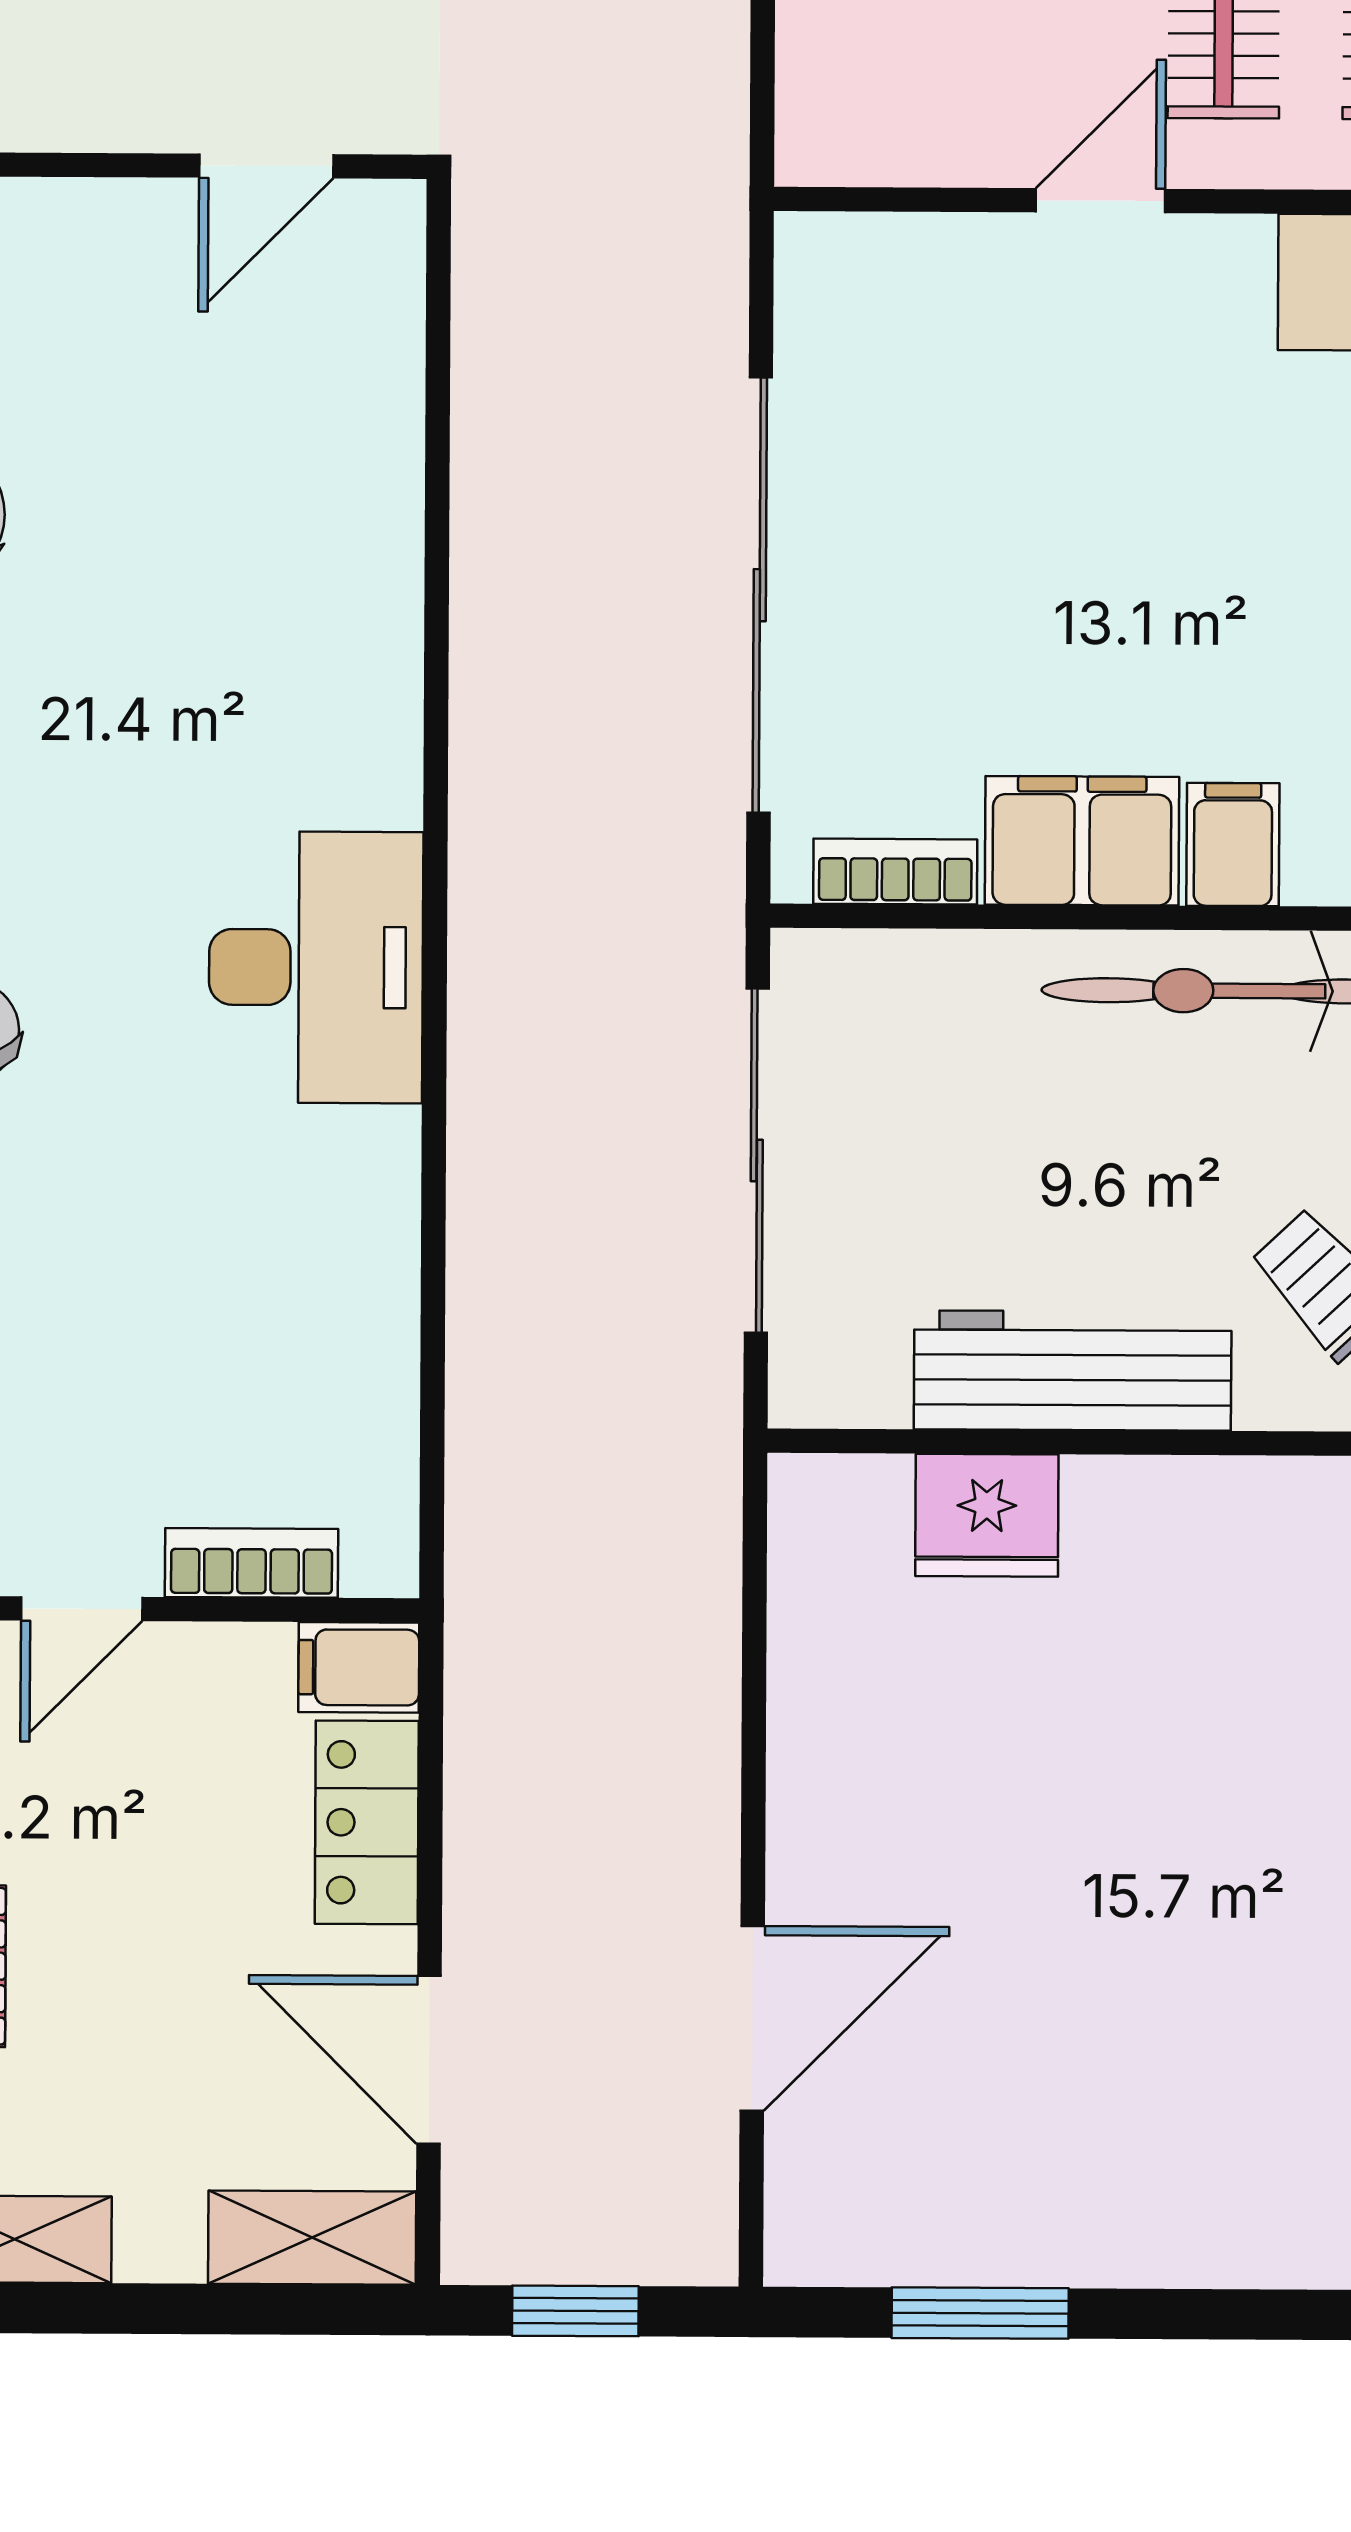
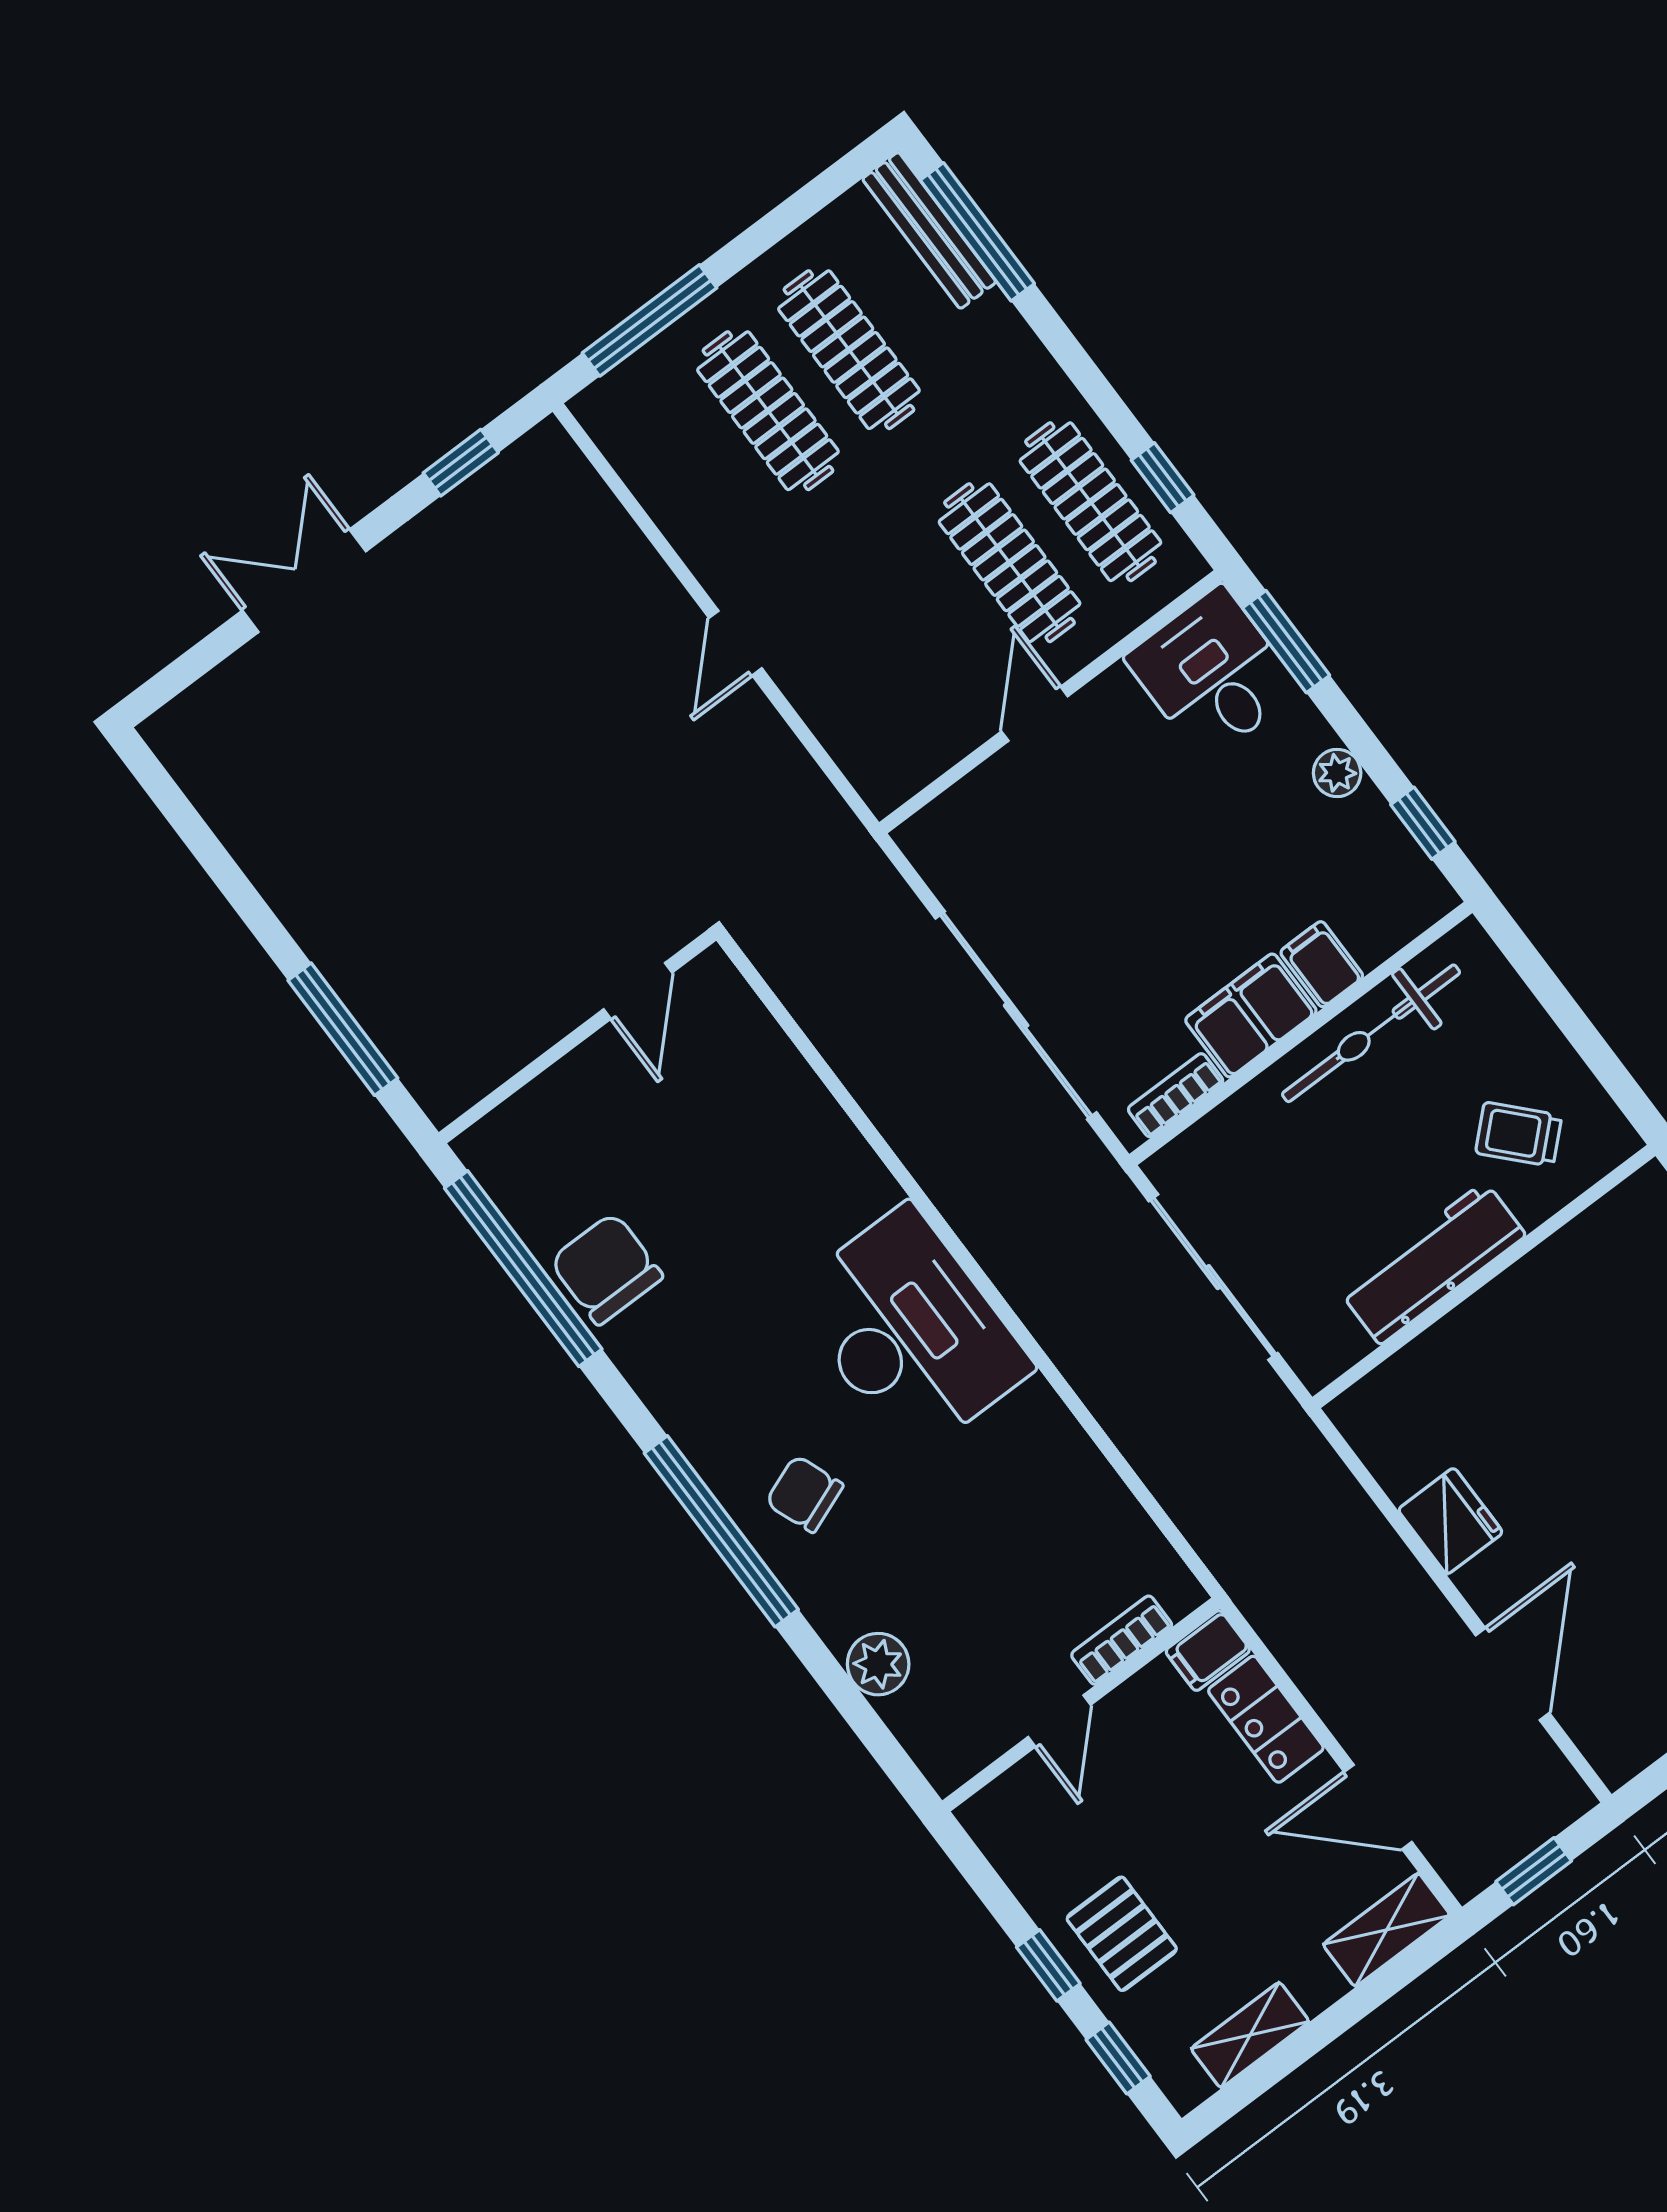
desk: (316, 967) -> (910, 1331), width x1.36, depth x1.30
fridge: (987, 1515) -> (1450, 1521), moved, turned -90

